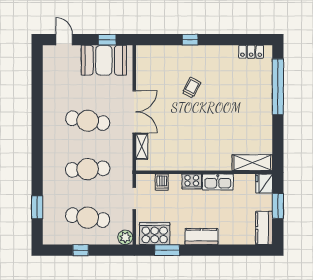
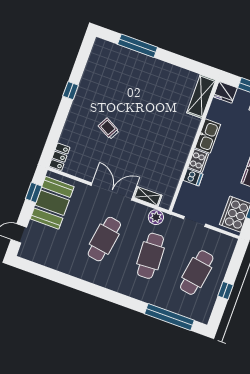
window: (190, 40) -> (71, 91), moved
locker: (251, 52) -> (60, 157), moved
window: (278, 87) -> (138, 46), width x0.68
dishwasher: (162, 182) -> (193, 177), moved
window: (37, 207) -> (169, 317), width x2.11
plant: (125, 237) -> (156, 217), moved

